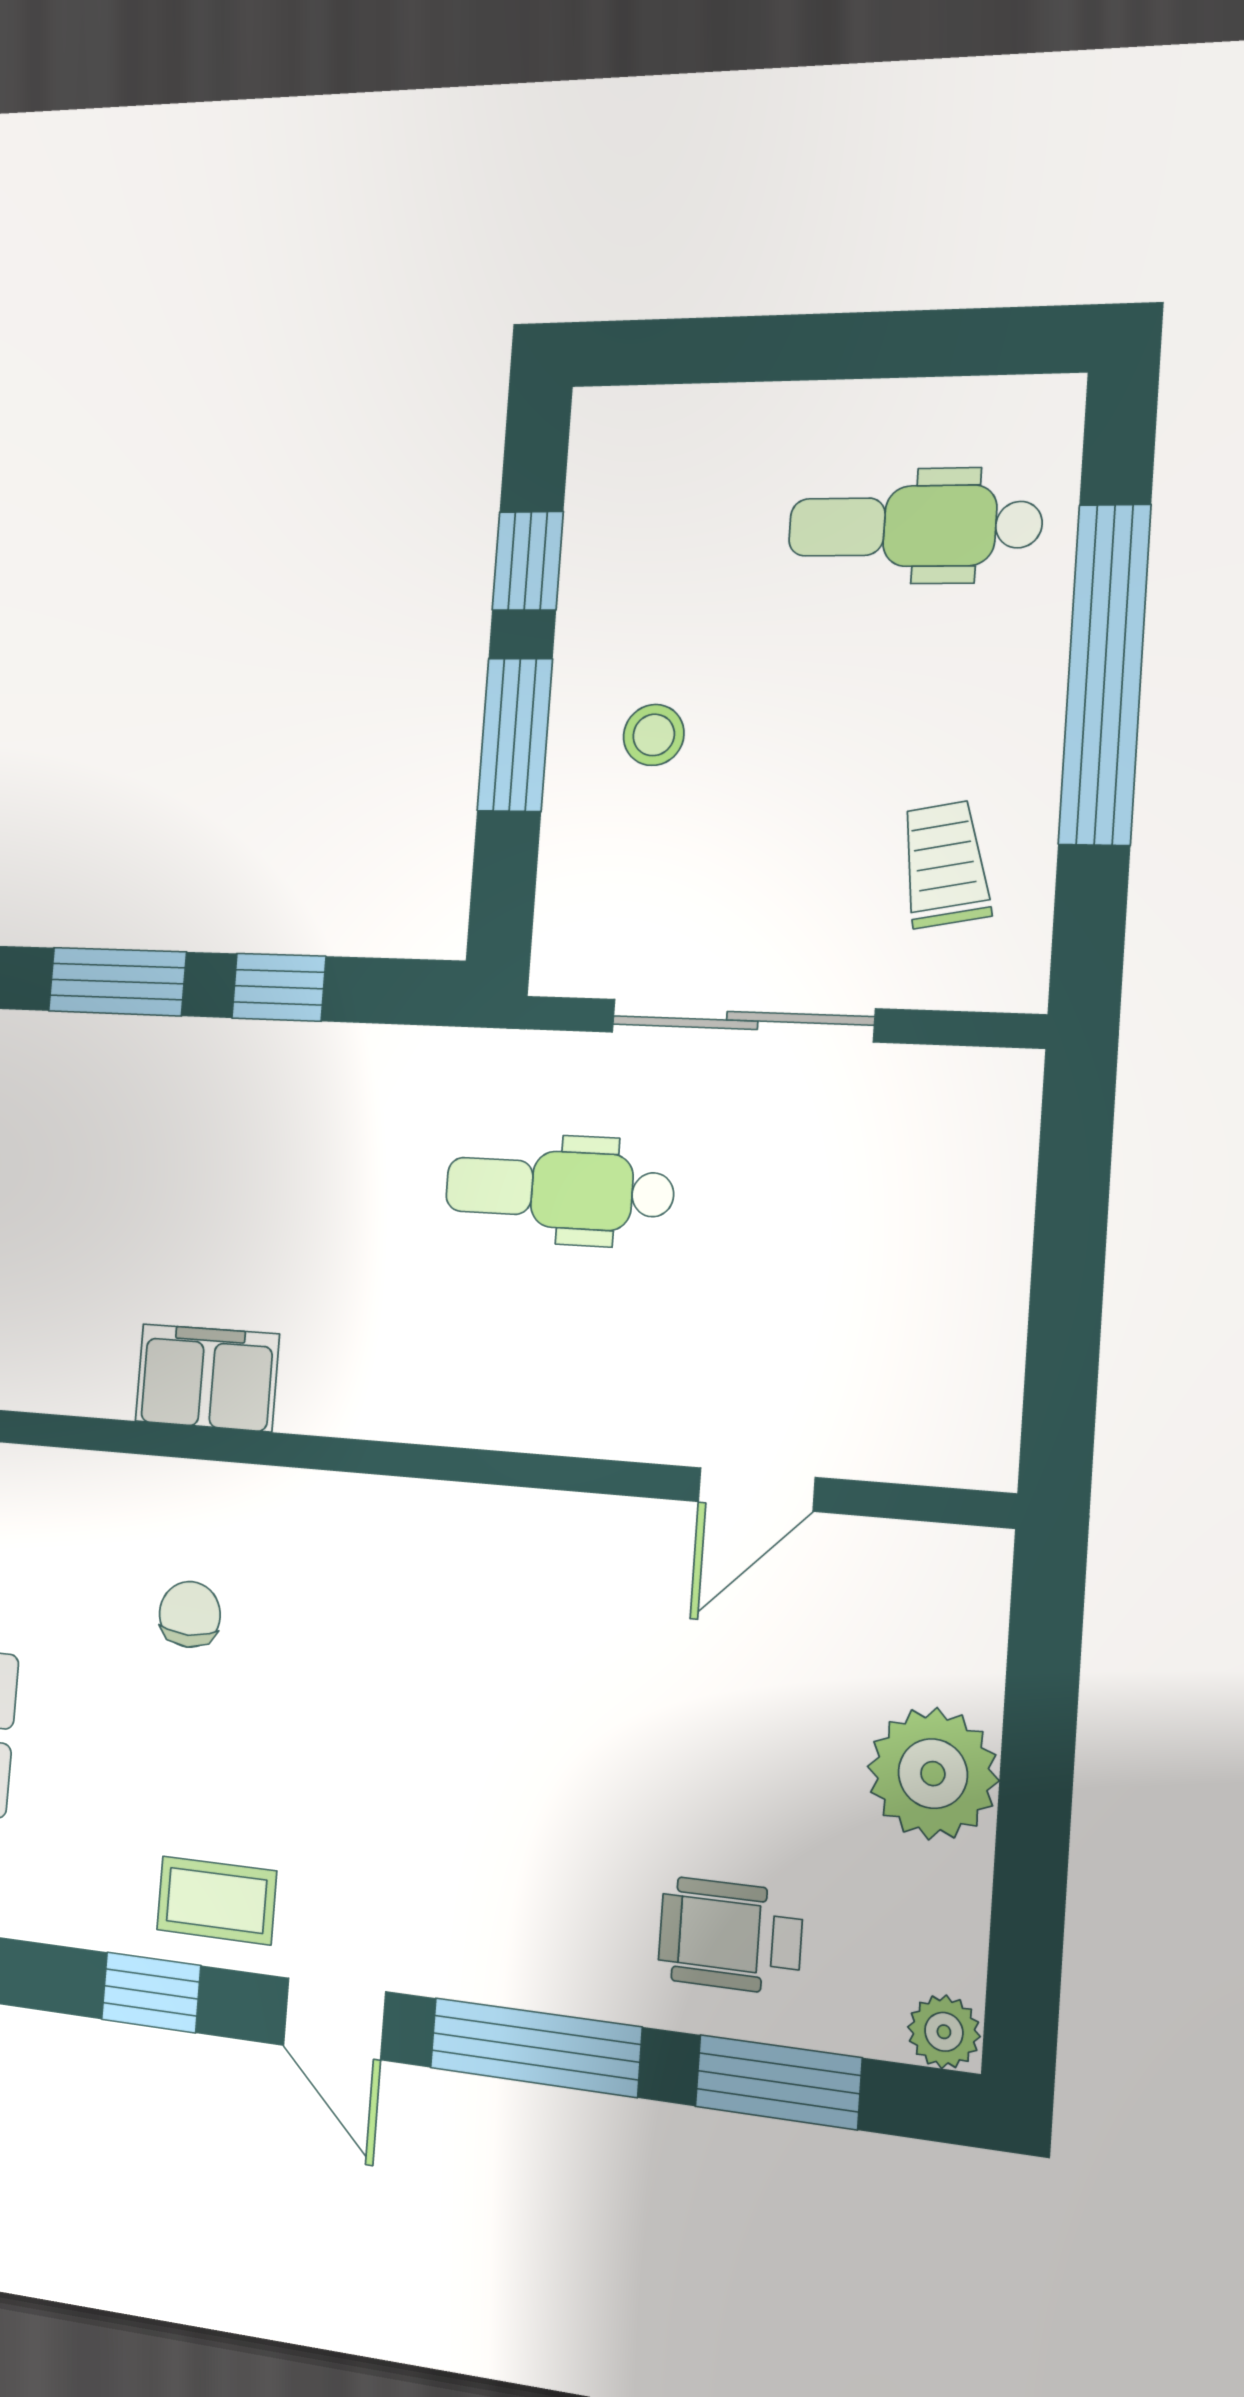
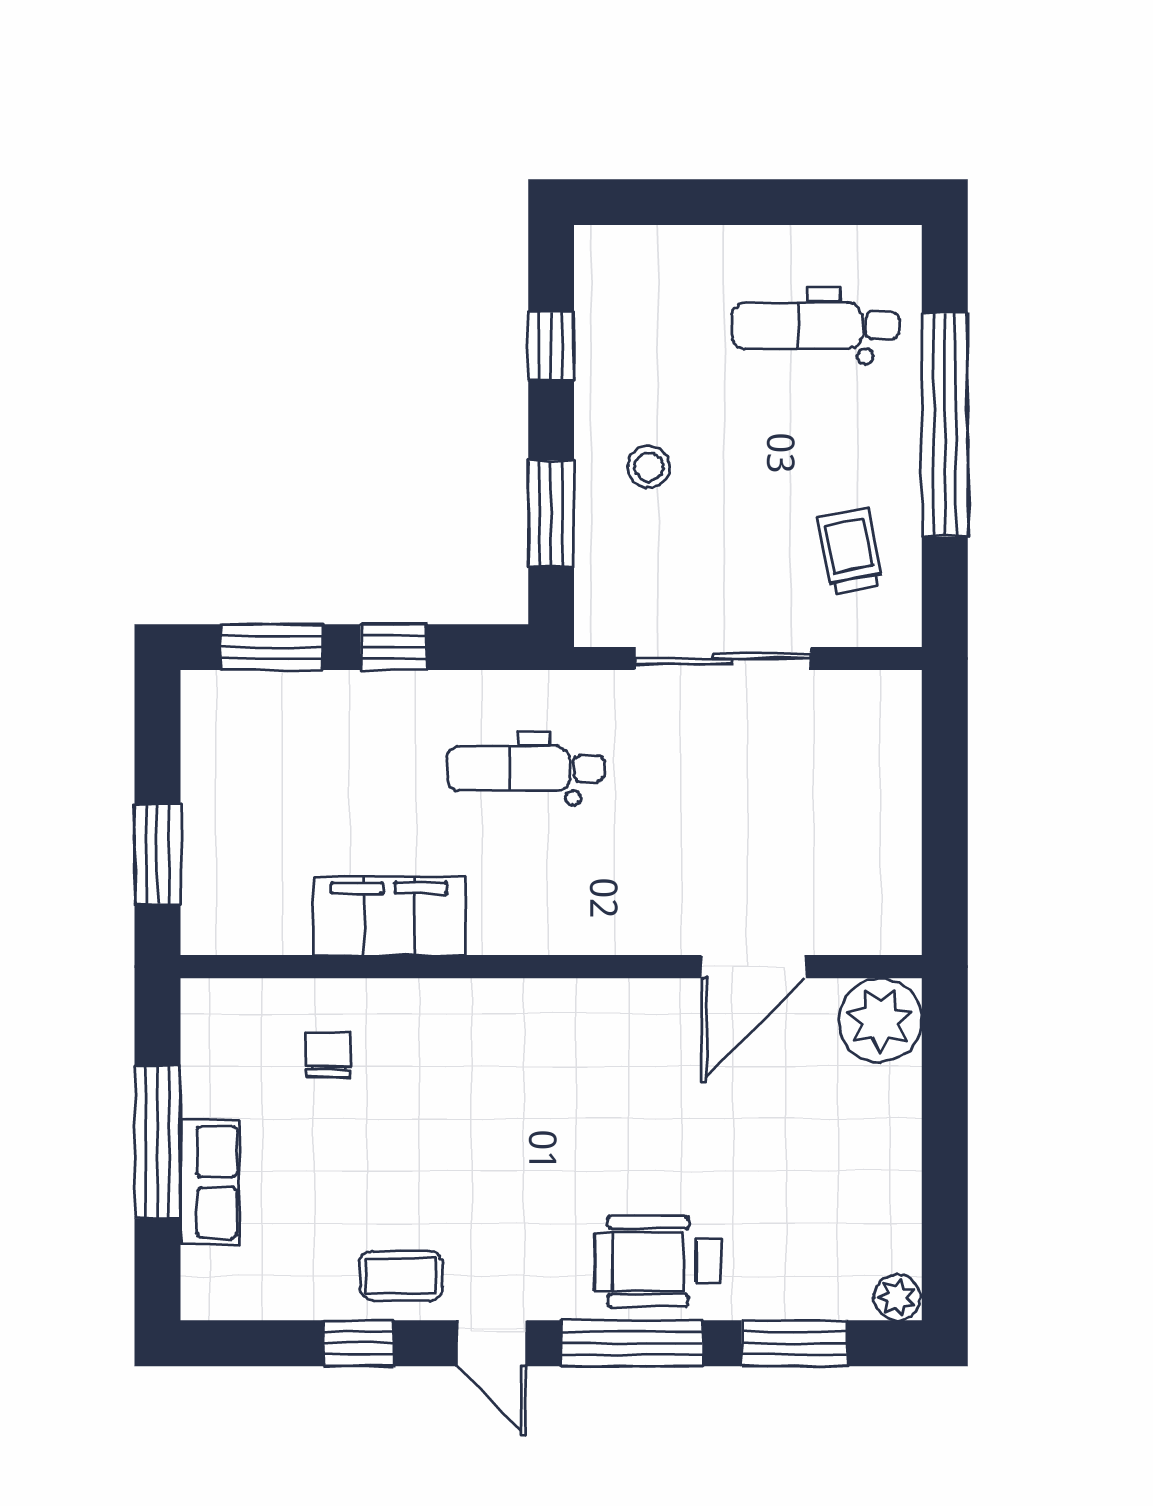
window: (515, 735) -> (551, 514), moved
dental chair: (559, 1190) -> (526, 769), moved
filing cabinet: (207, 1378) -> (389, 916), width x1.50, depth x1.17
door: (756, 1490) -> (754, 967), width x1.38
chair: (190, 1614) -> (329, 1055), moved
plant: (933, 1774) -> (880, 1020), moved
wheelchair: (730, 1936) -> (658, 1261), moved, width x1.36, depth x1.37

